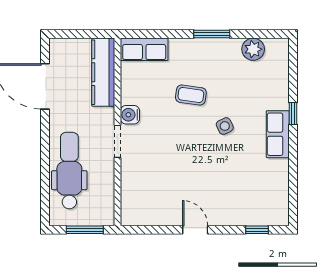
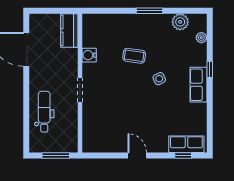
row of seats: (144, 49) -> (186, 144), moved, turned 180
plant: (282, 70) -> (201, 38), added
kitchen counter: (103, 72) -> (69, 30), width x0.67
water cooler: (130, 115) -> (89, 55), moved
dental chair: (69, 171) -> (44, 112), width x0.73, depth x0.72

